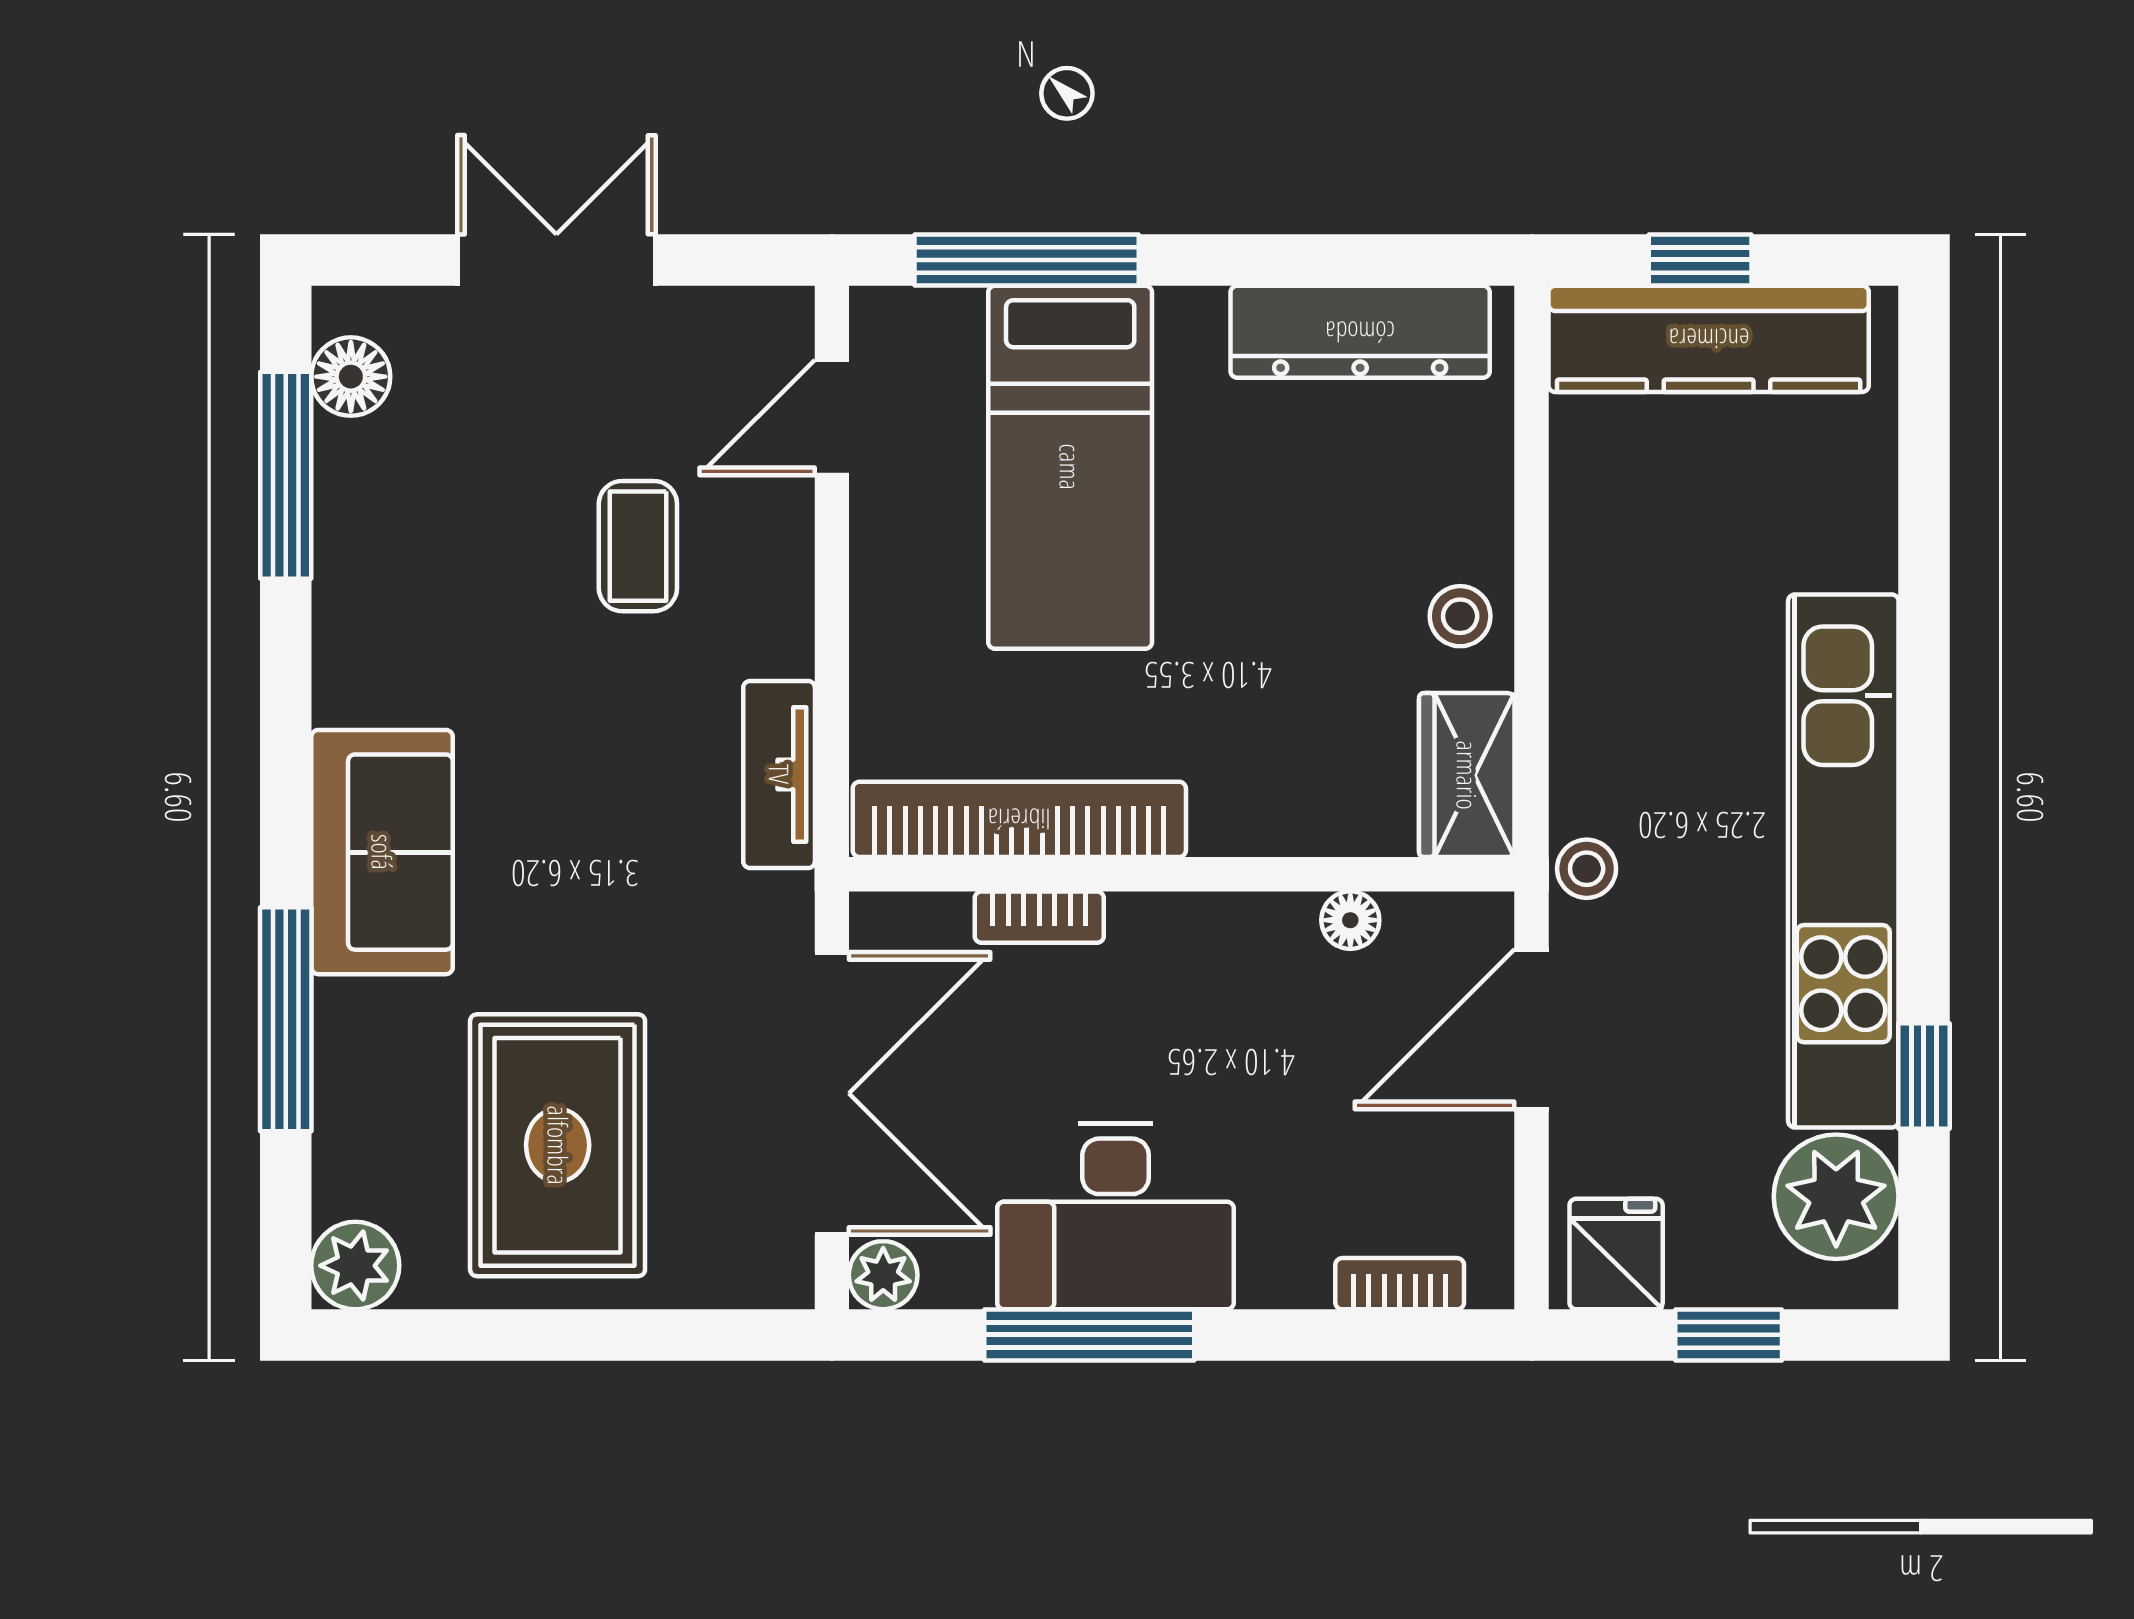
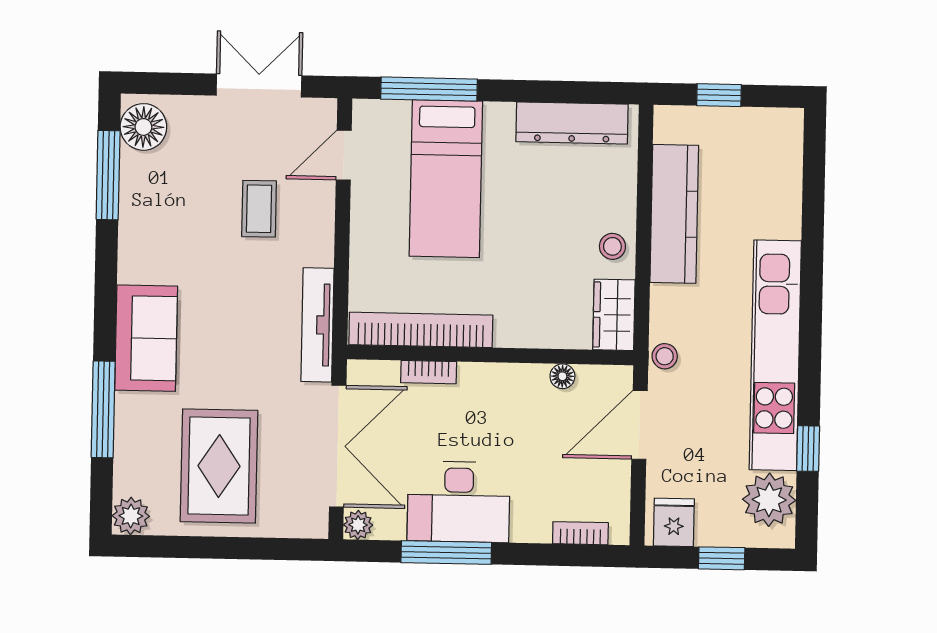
double door: (556, 260) -> (259, 85), moved
kitchen counter: (1709, 339) -> (674, 214), moved, turned -90
floor lamp: (351, 377) -> (143, 127), width x1.38, depth x1.38
tv unit: (779, 774) -> (317, 325), width x1.41

